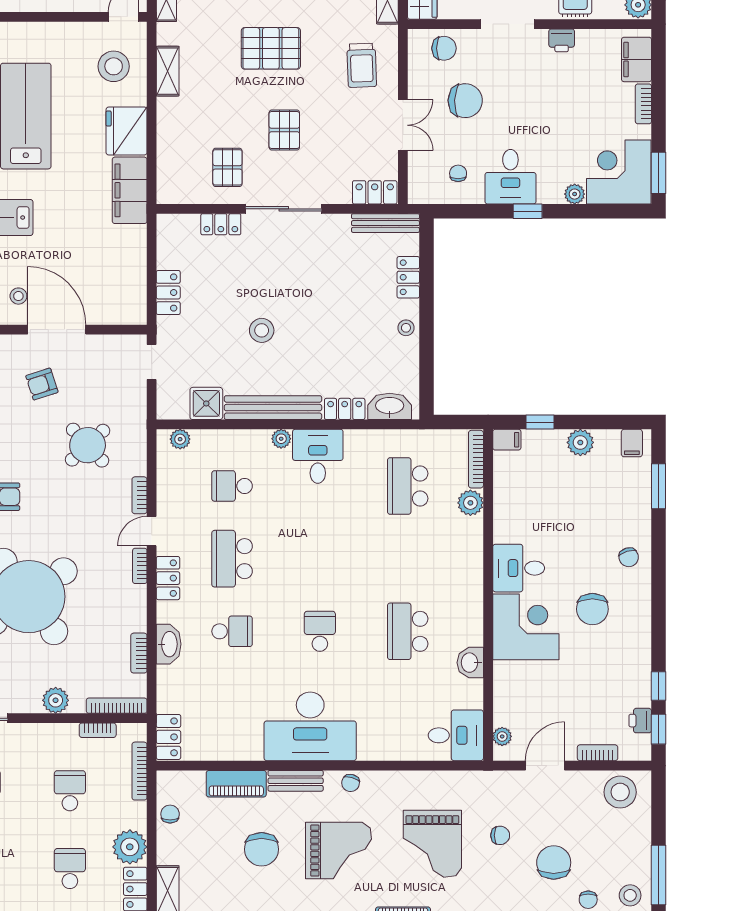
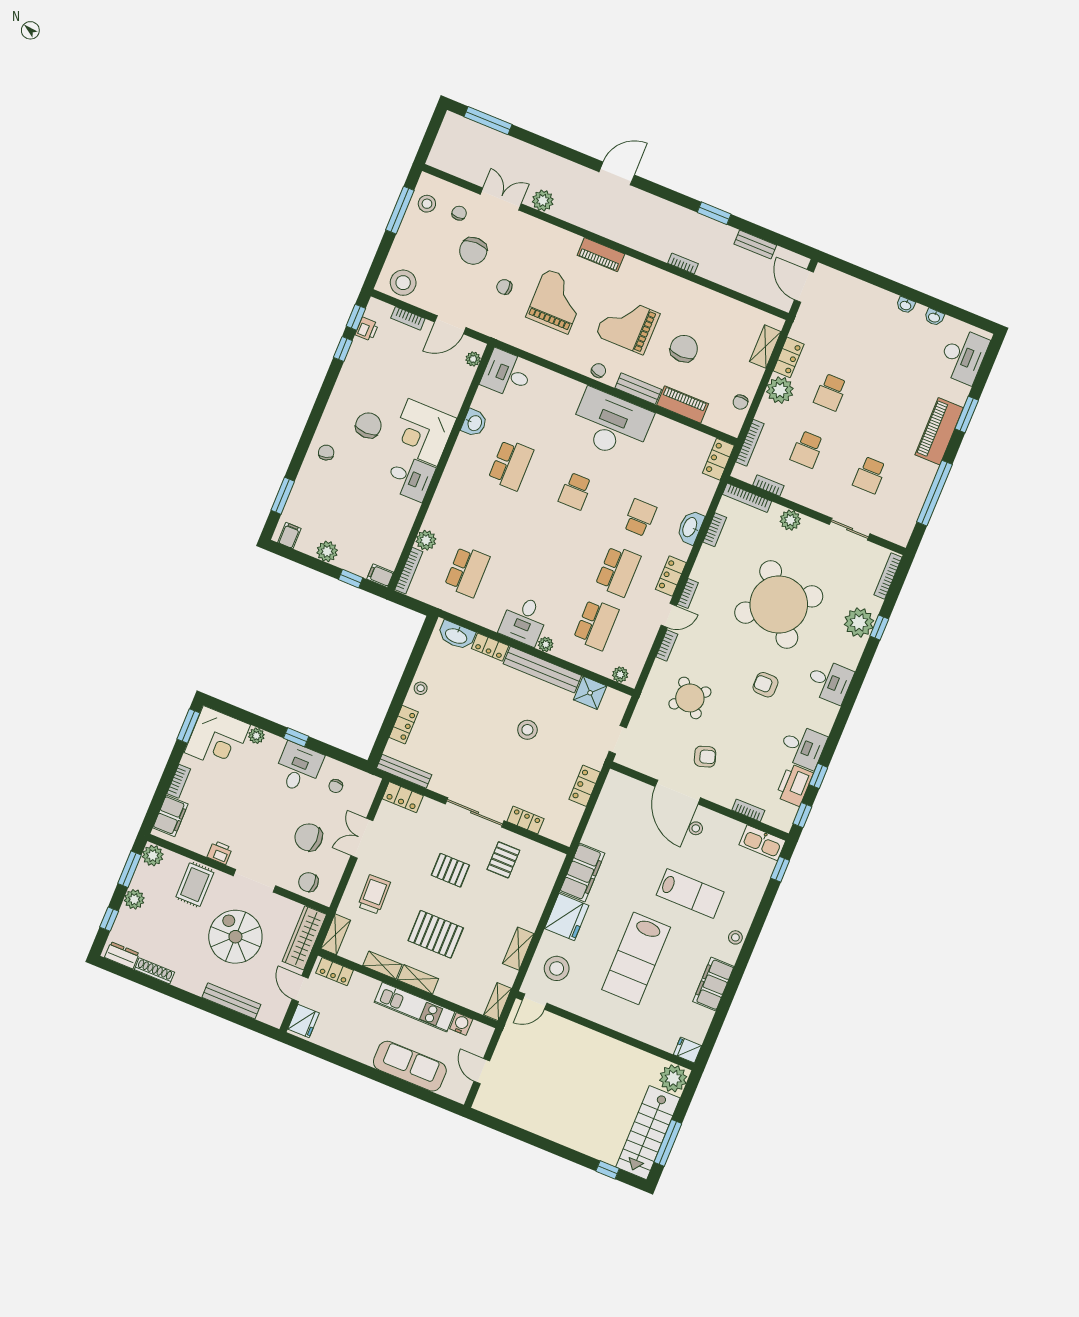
pallet: (284, 130) -> (450, 870), turned 90
school desk: (232, 486) -> (596, 624), width x1.85
school desk: (232, 631) -> (640, 518), turned 90

